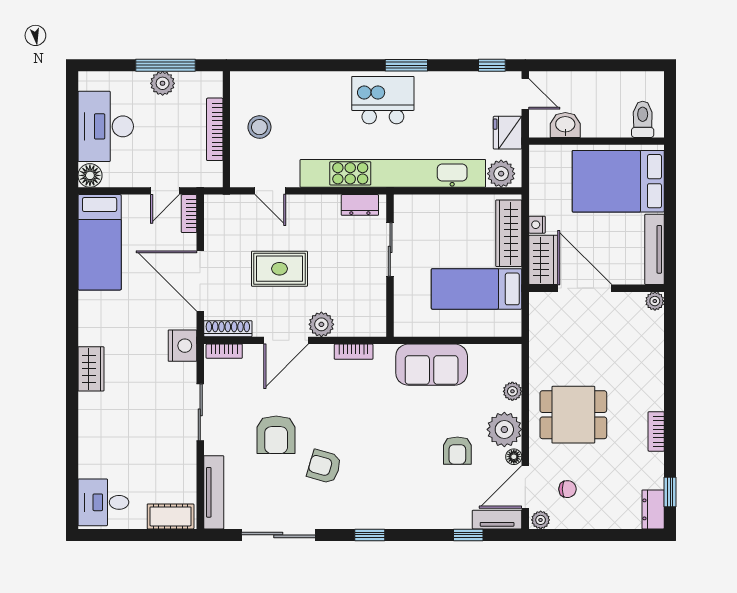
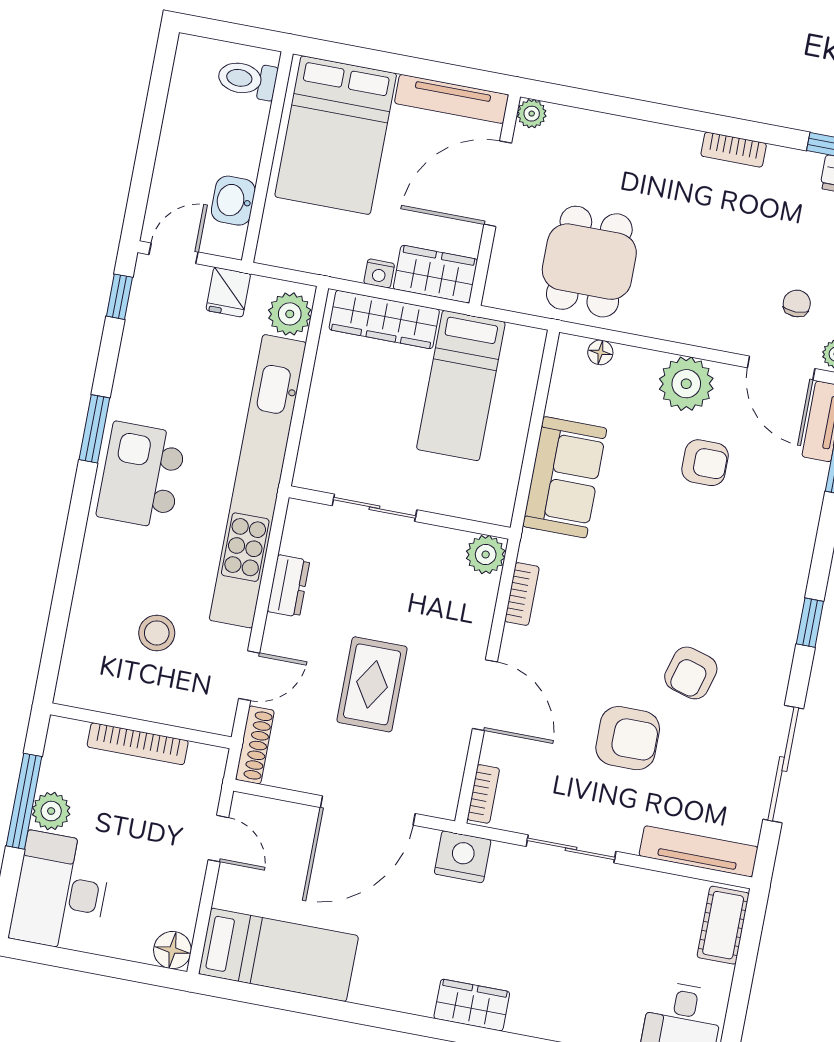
desk: (106, 126) -> (61, 892), moved, turned 90
stool: (259, 127) -> (157, 633), moved
fridge: (508, 133) -> (228, 292), width x0.72
dresser: (360, 205) -> (288, 586), moved
bookcase: (189, 214) -> (260, 808), removed
door: (585, 288) -> (498, 184), moved
plant: (321, 324) -> (486, 555), moved
shoe rack: (228, 329) -> (255, 745), moved, turned 180
plant: (512, 391) -> (630, 360), removed
dining table: (573, 415) -> (589, 262), moved
floor lamp: (514, 457) -> (600, 352), moved

